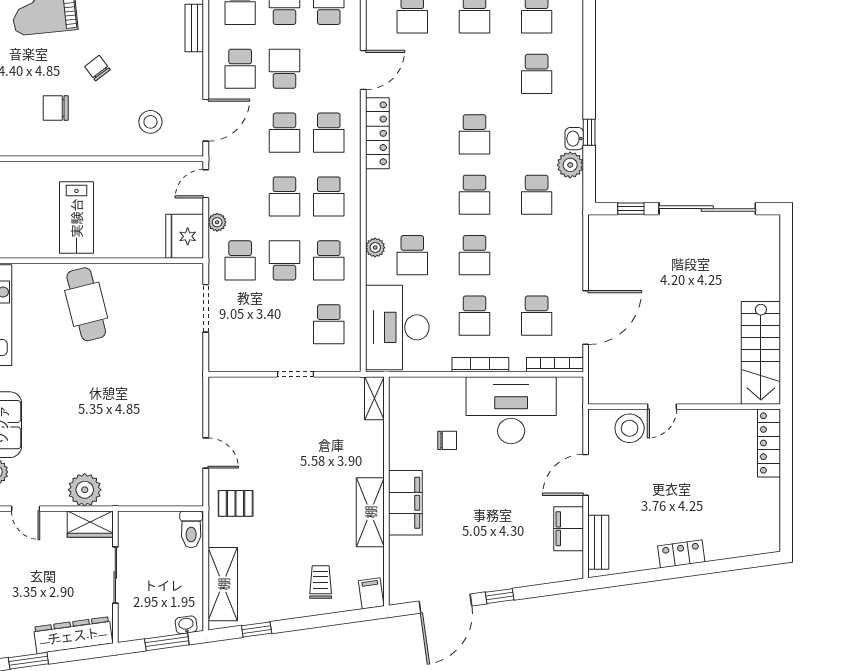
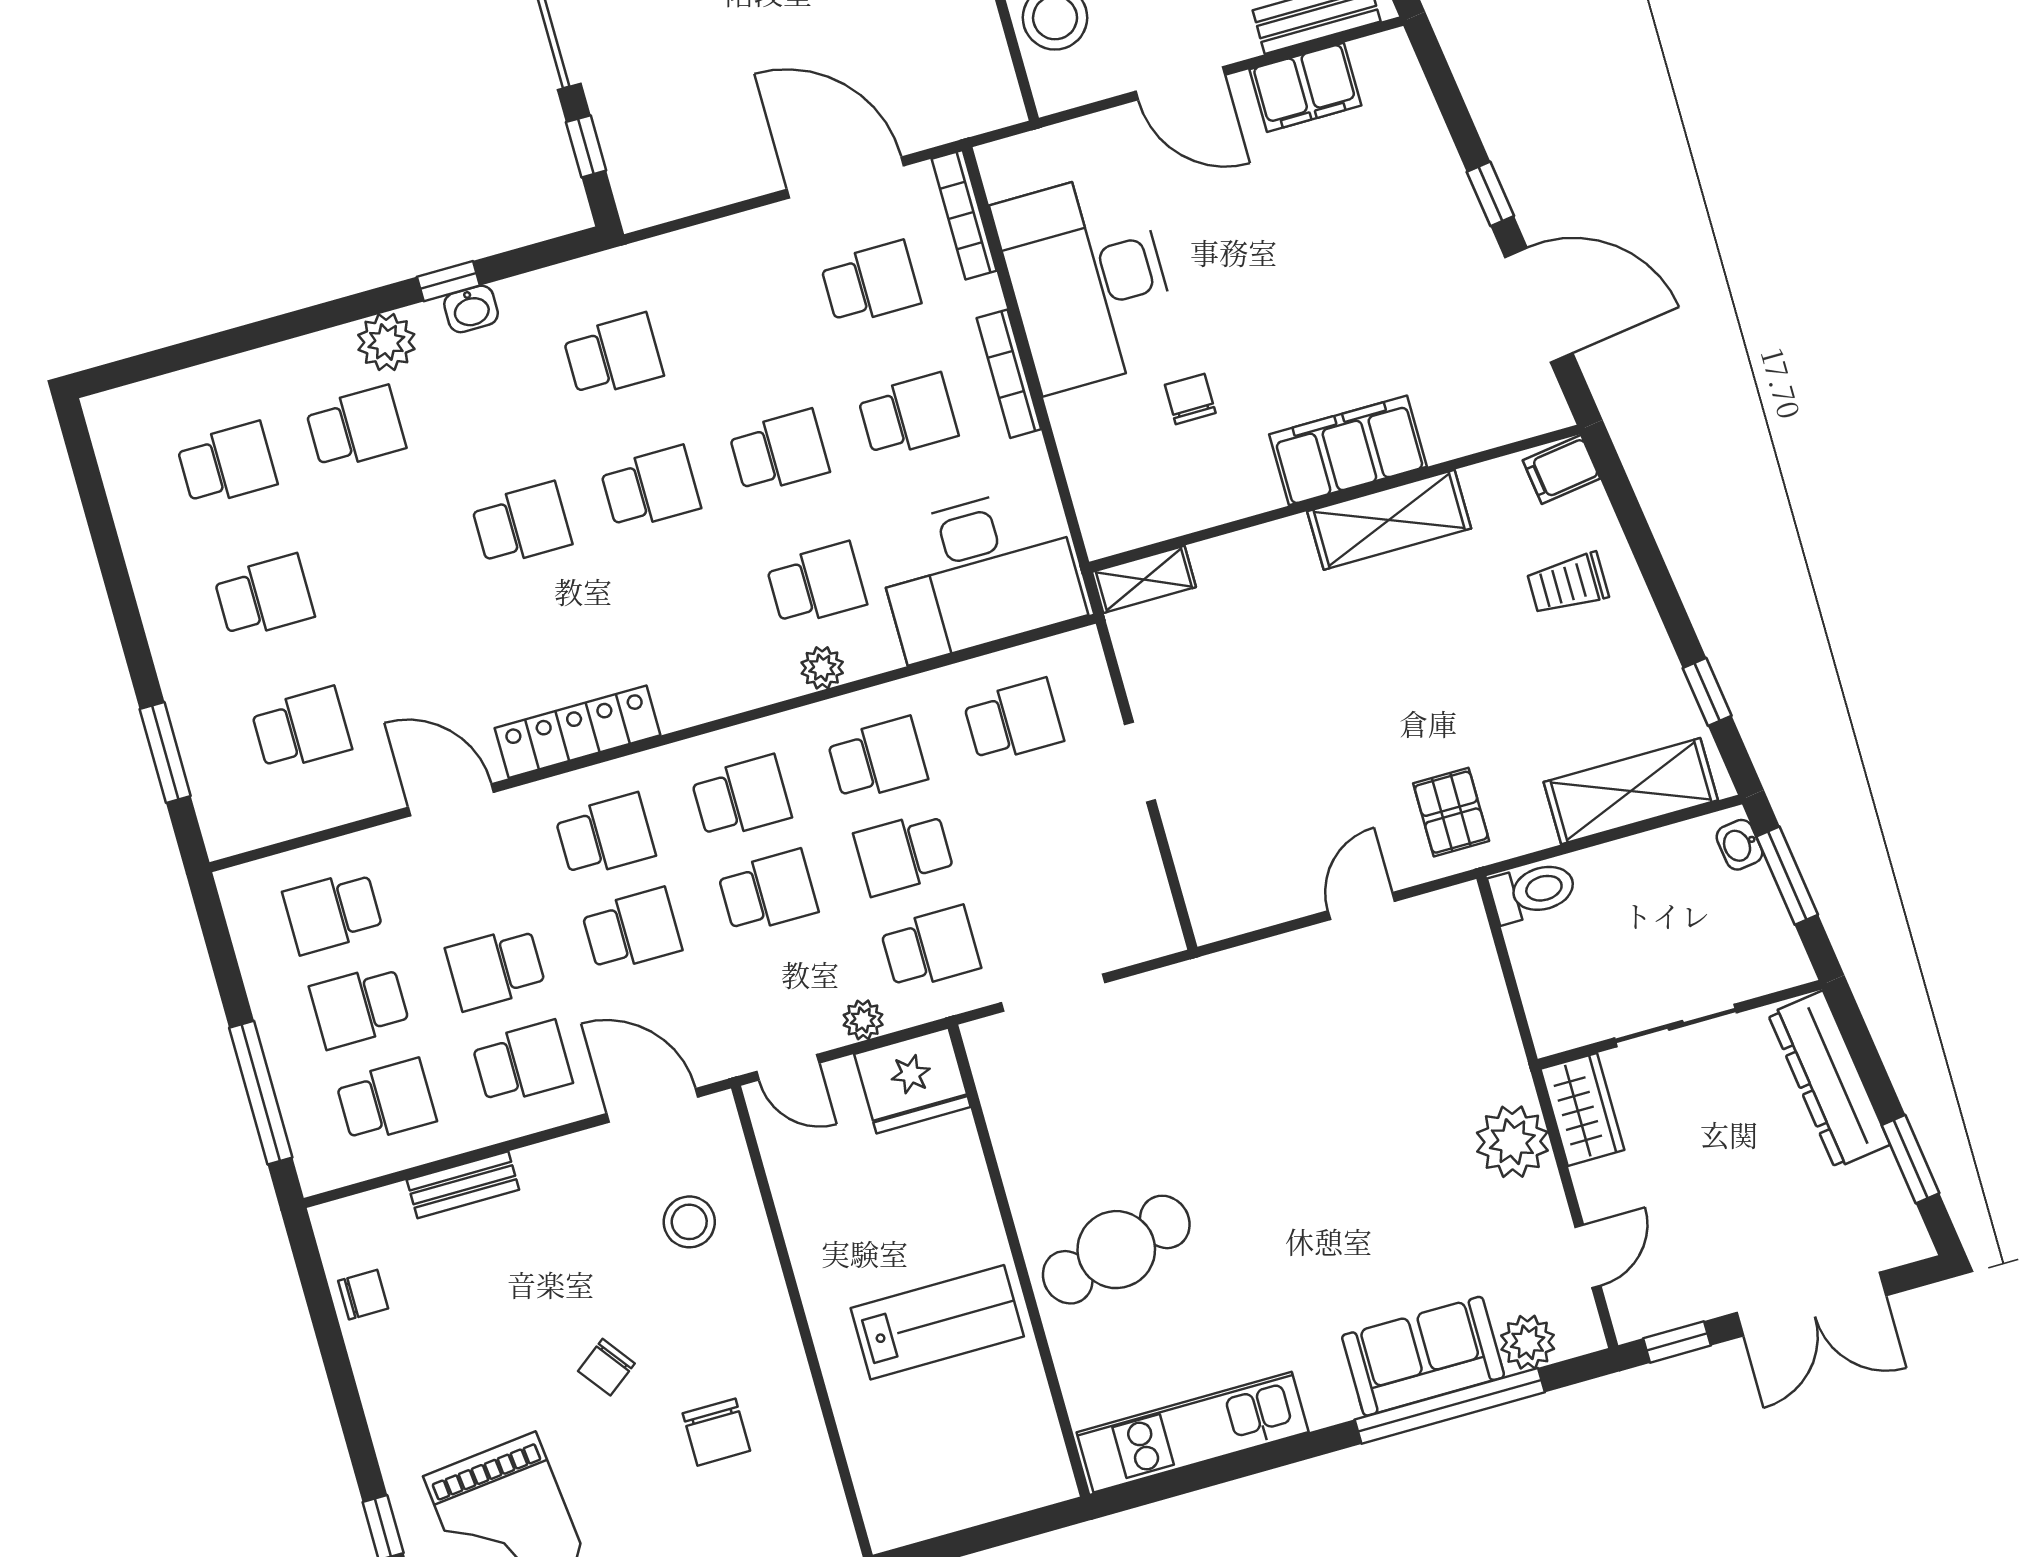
plant: (570, 165) -> (386, 342), moved

